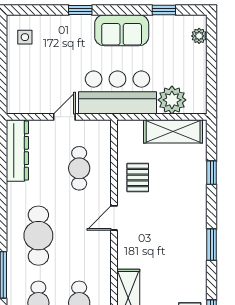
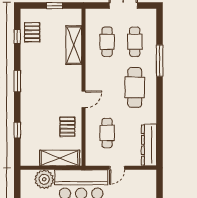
shelving: (173, 131) -> (60, 158), moved

